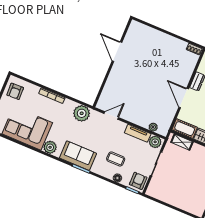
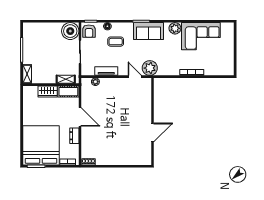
door: (117, 52) -> (153, 132), hinge flipped
armchair: (15, 91) -> (224, 63), removed
plant: (82, 113) -> (150, 68), moved
door: (111, 115) -> (135, 77), swing flipped
plant: (155, 142) -> (88, 70), removed
boiler: (157, 189) -> (70, 31), added

